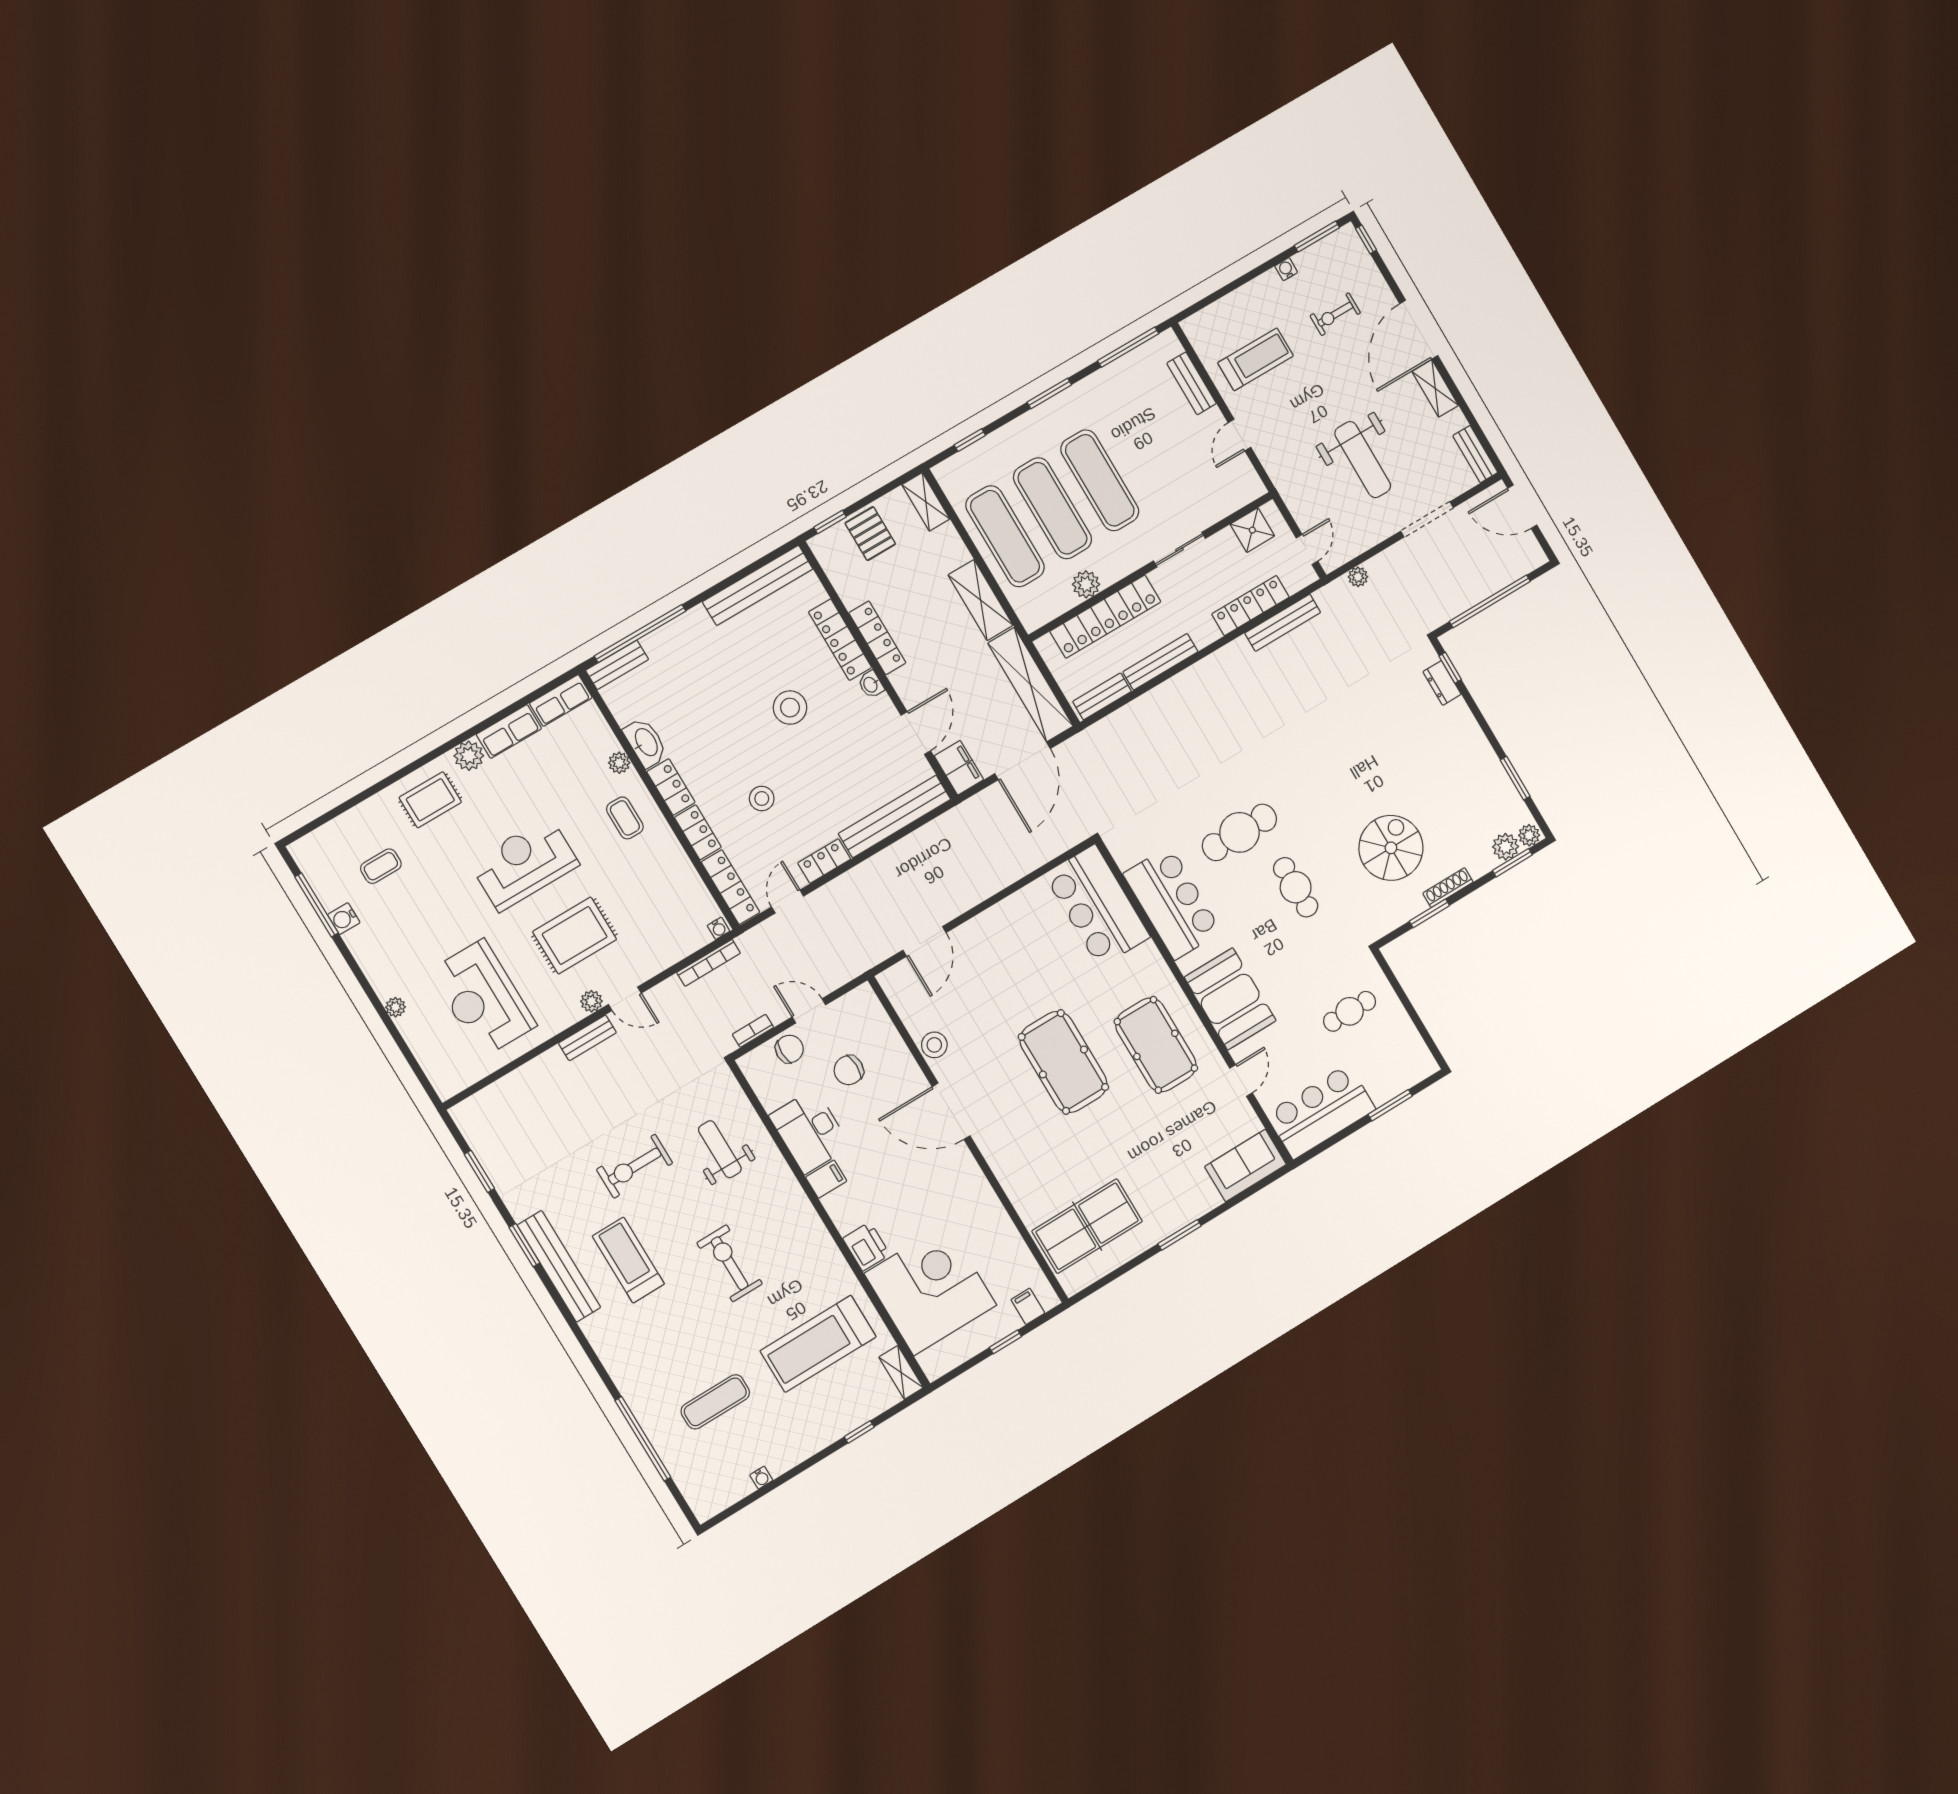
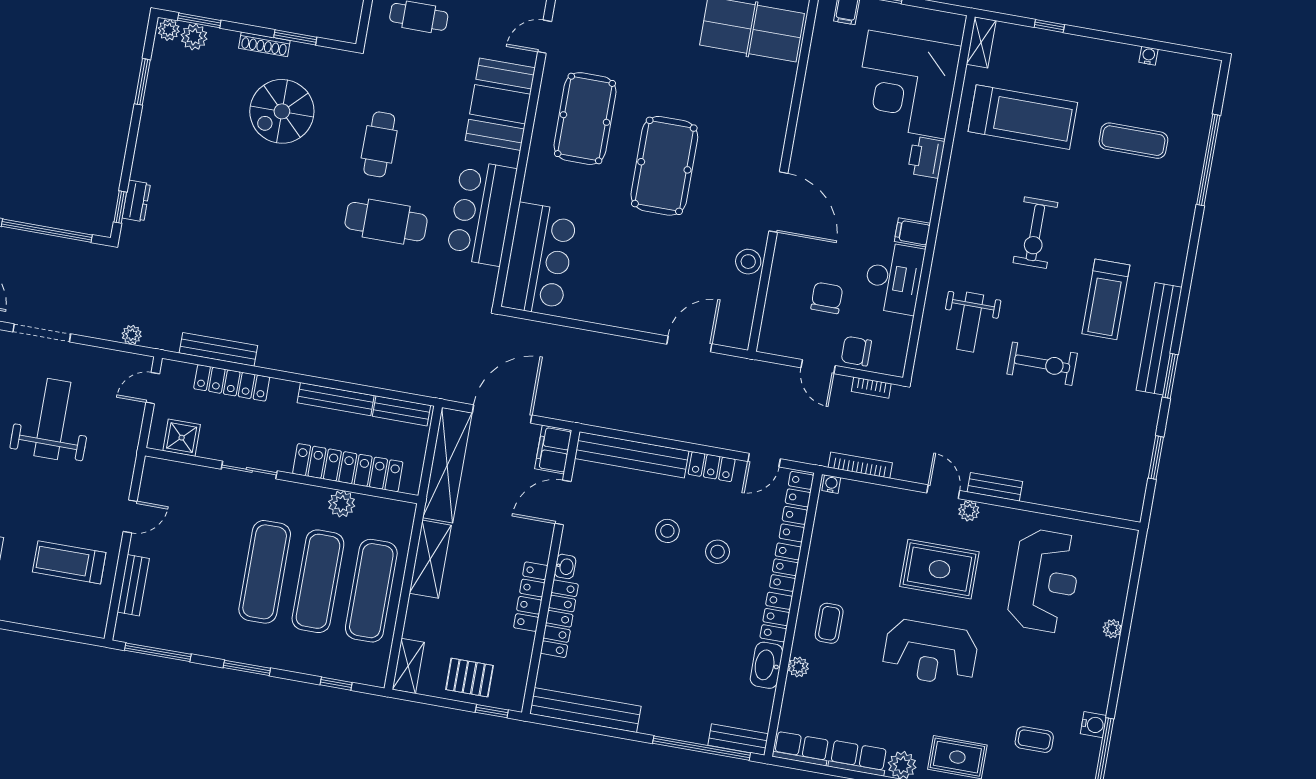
pallet: (870, 534) -> (470, 678), turned 90
stool: (790, 708) -> (667, 531), moved, width x0.73, depth x0.73
chair: (849, 1070) -> (827, 298), turned -90

